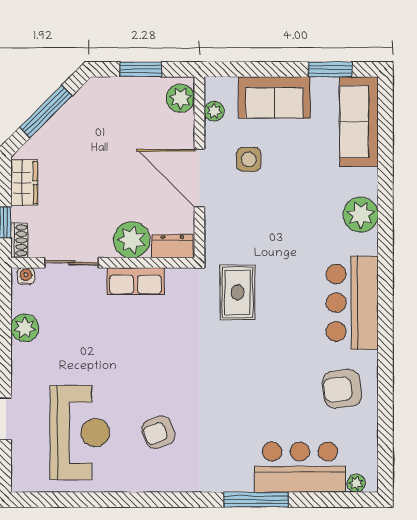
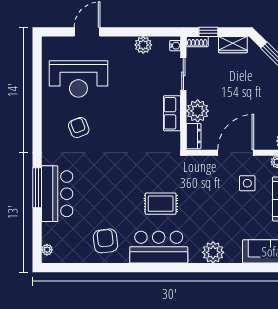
rug: (237, 292) -> (161, 204), moved
bar counter: (300, 467) -> (57, 194), moved

